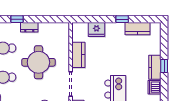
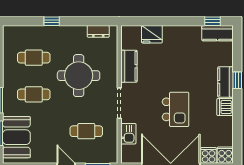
window: (122, 19) -> (212, 21), moved
dresser: (29, 27) -> (98, 31), moved
kitchen counter: (138, 29) -> (218, 33), moved

